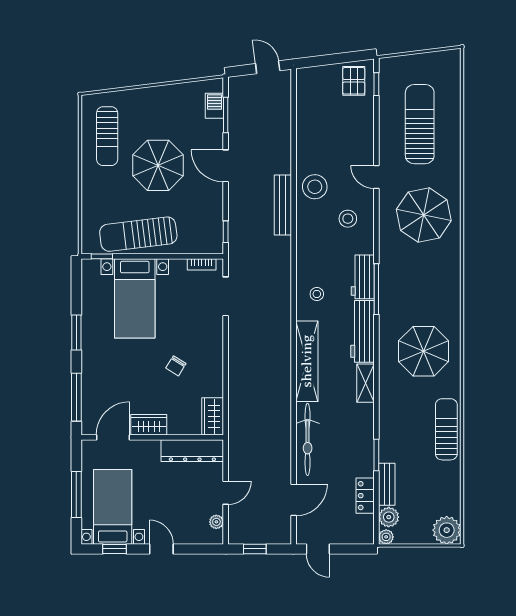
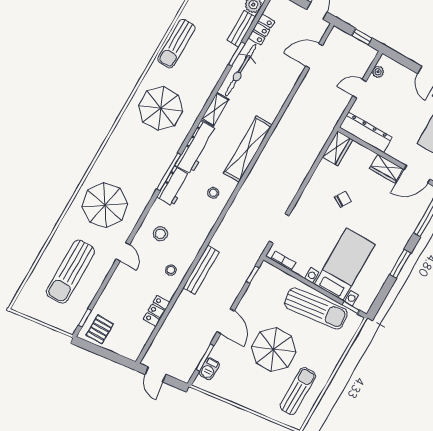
locker: (305, 135) -> (157, 311), added
stool: (315, 187) -> (171, 270), width x0.53, depth x0.53
bicycle: (308, 439) -> (241, 70), moved, turned 180

